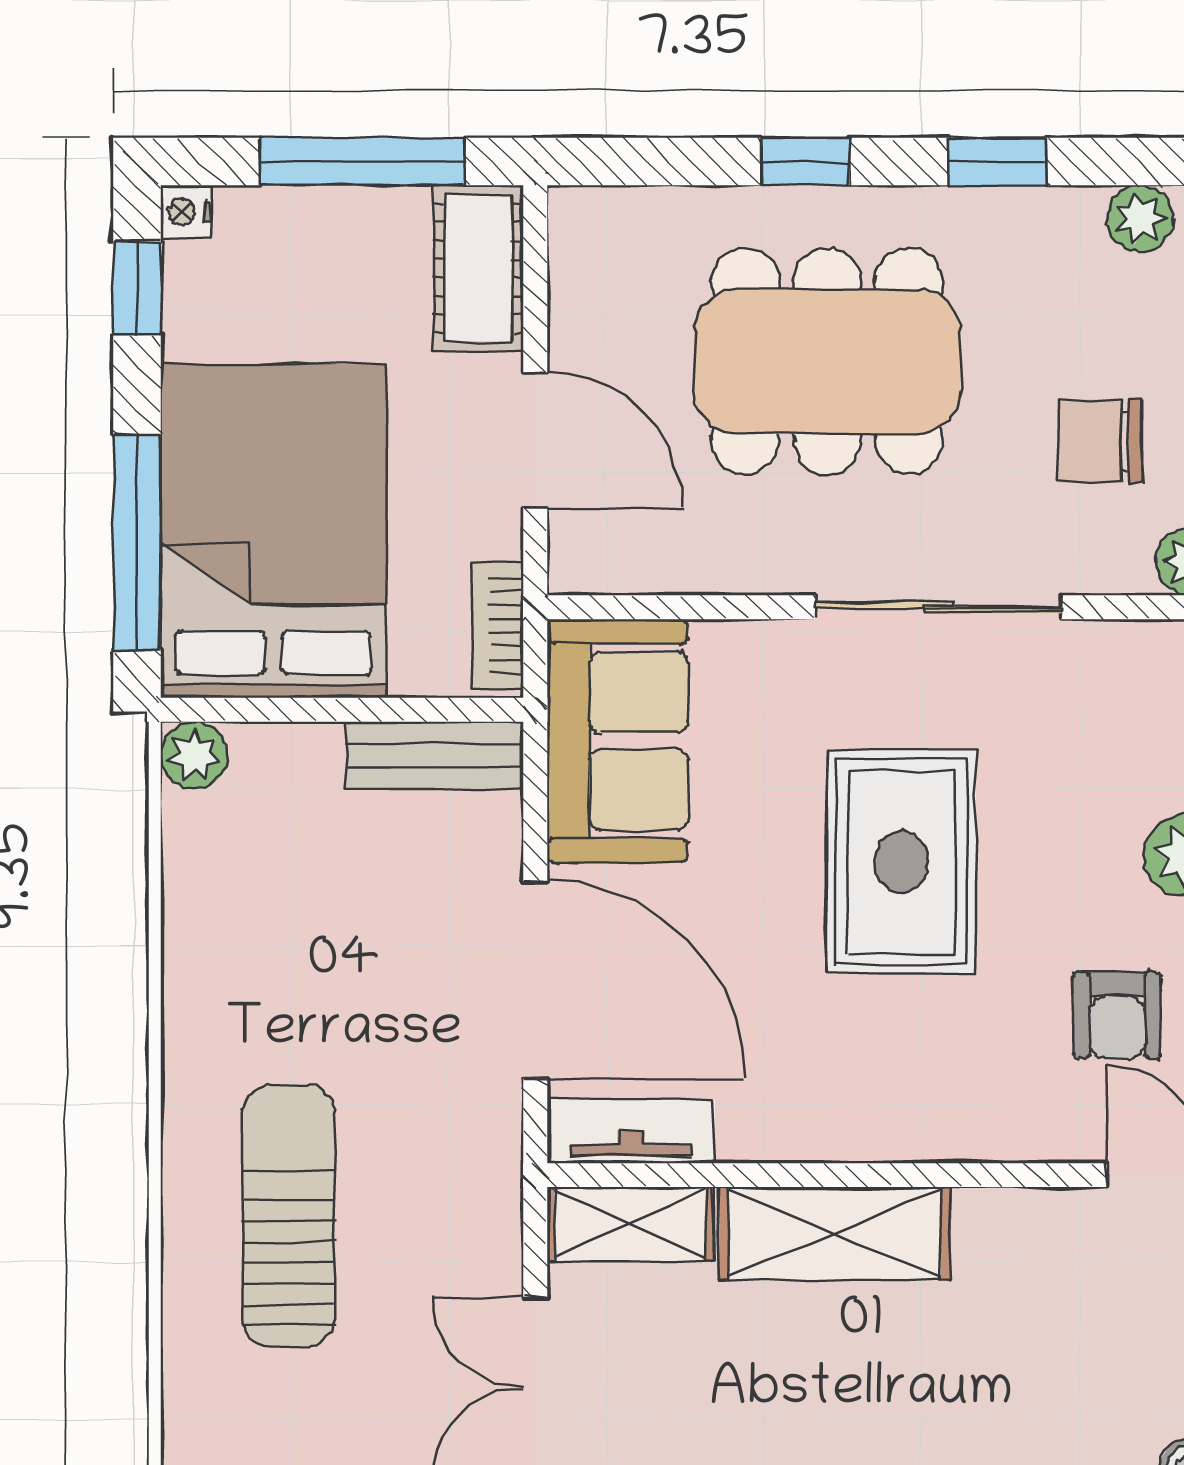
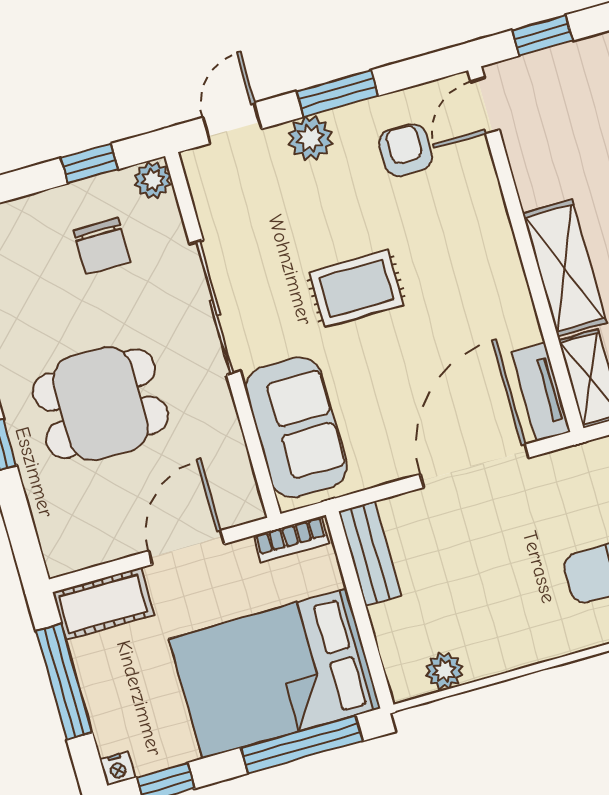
dining table: (827, 361) -> (100, 404), width x0.73
sofa: (618, 741) -> (296, 427), moved, turned 90
plant: (194, 755) -> (444, 671), moved
rug: (901, 862) -> (356, 288), width x0.73, depth x0.70
armchair: (1117, 1015) -> (406, 150), turned -90

